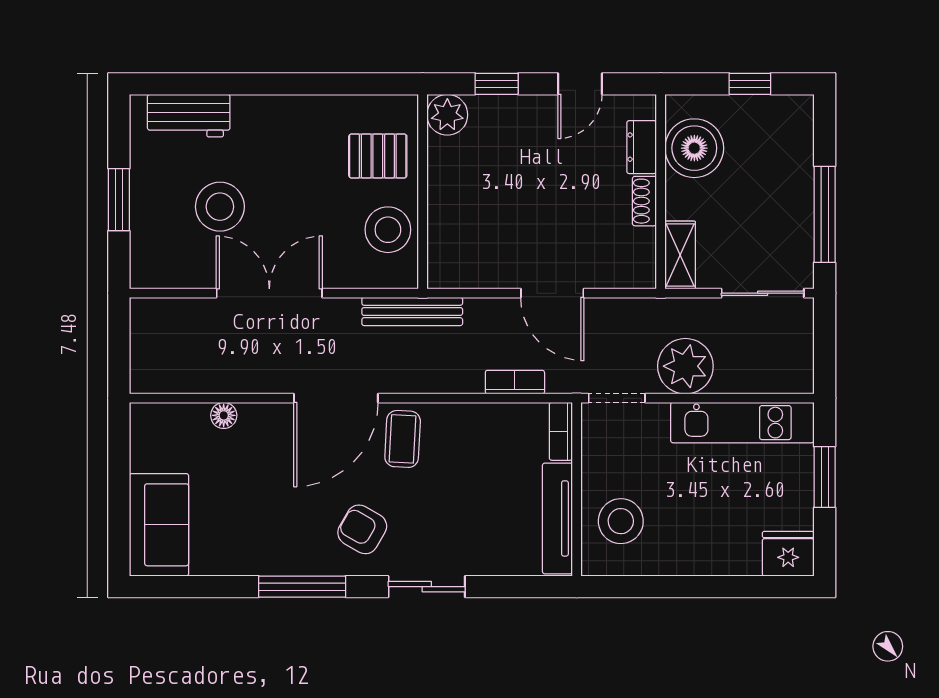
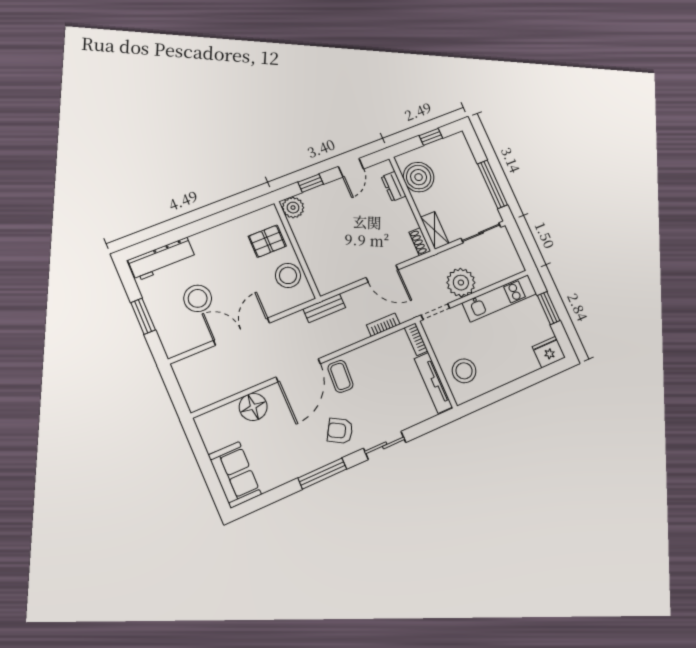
workbench: (189, 116) -> (162, 259), width x1.38
shoe rack: (644, 201) -> (420, 242), moved
bench: (412, 311) -> (324, 308), width x0.73
floor lamp: (224, 415) -> (253, 407), width x1.89, depth x1.89

